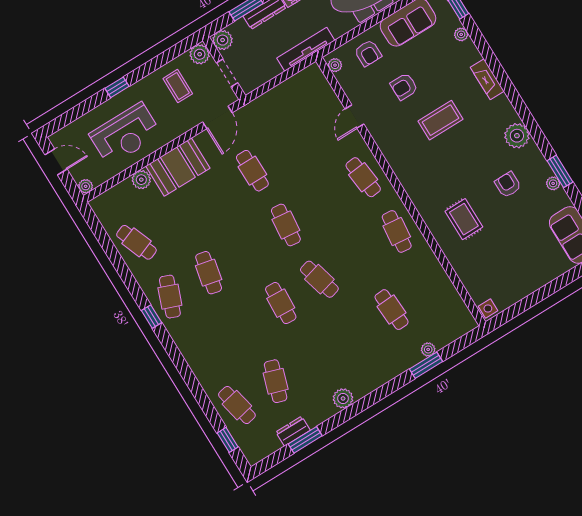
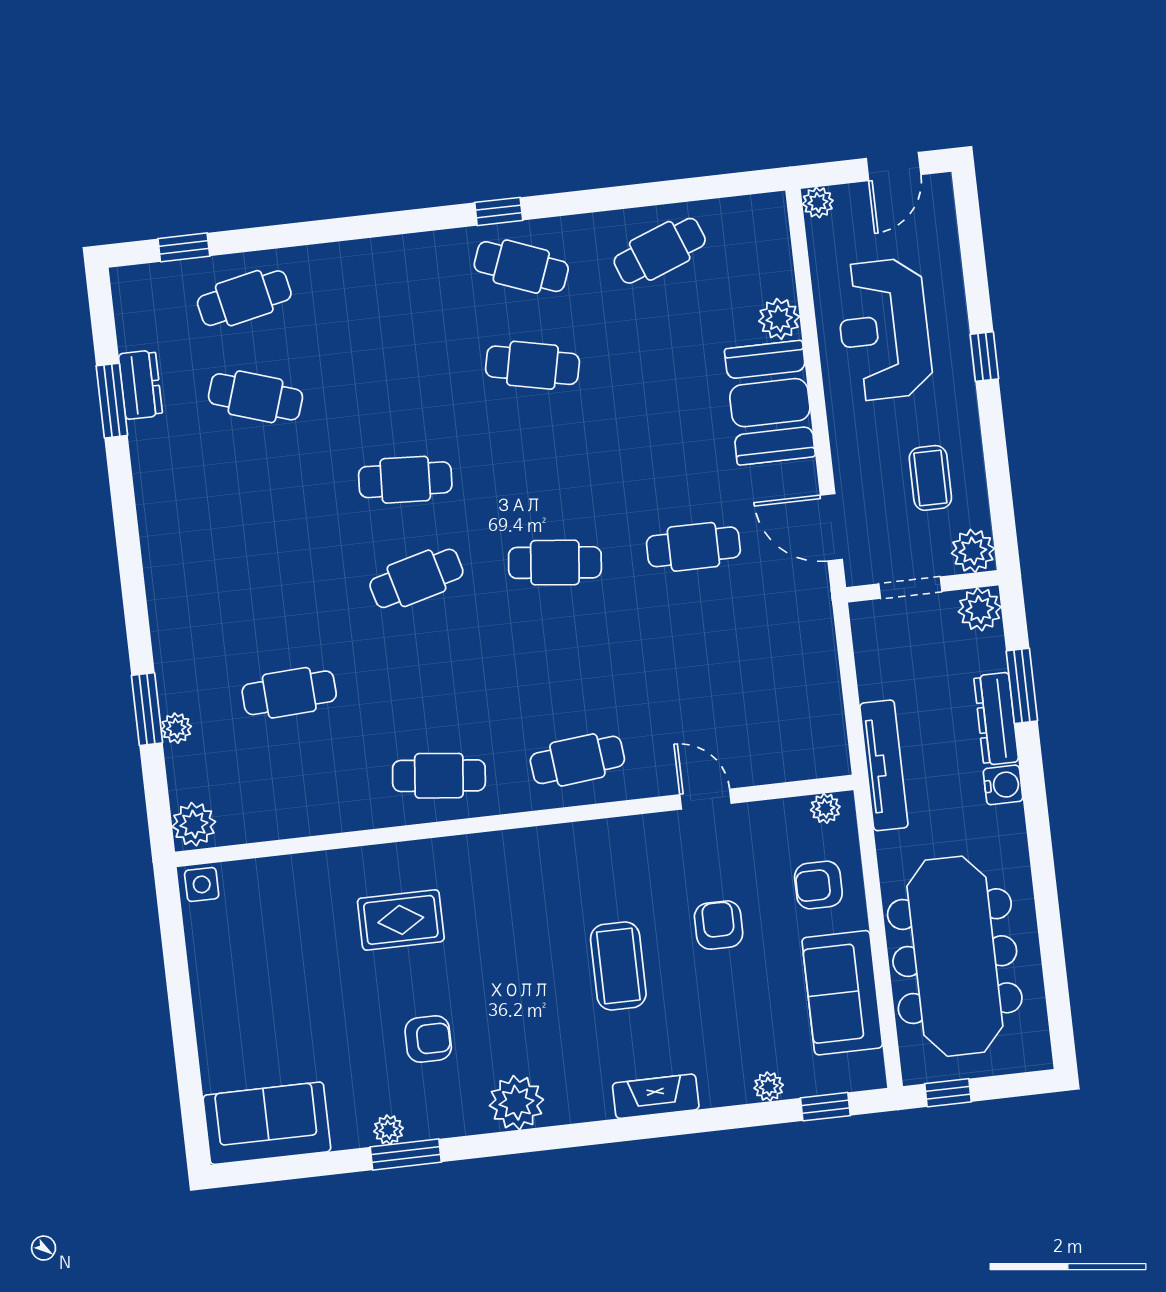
coffee table: (178, 86) -> (930, 478), turned 90
plant: (343, 398) -> (194, 824), moved

